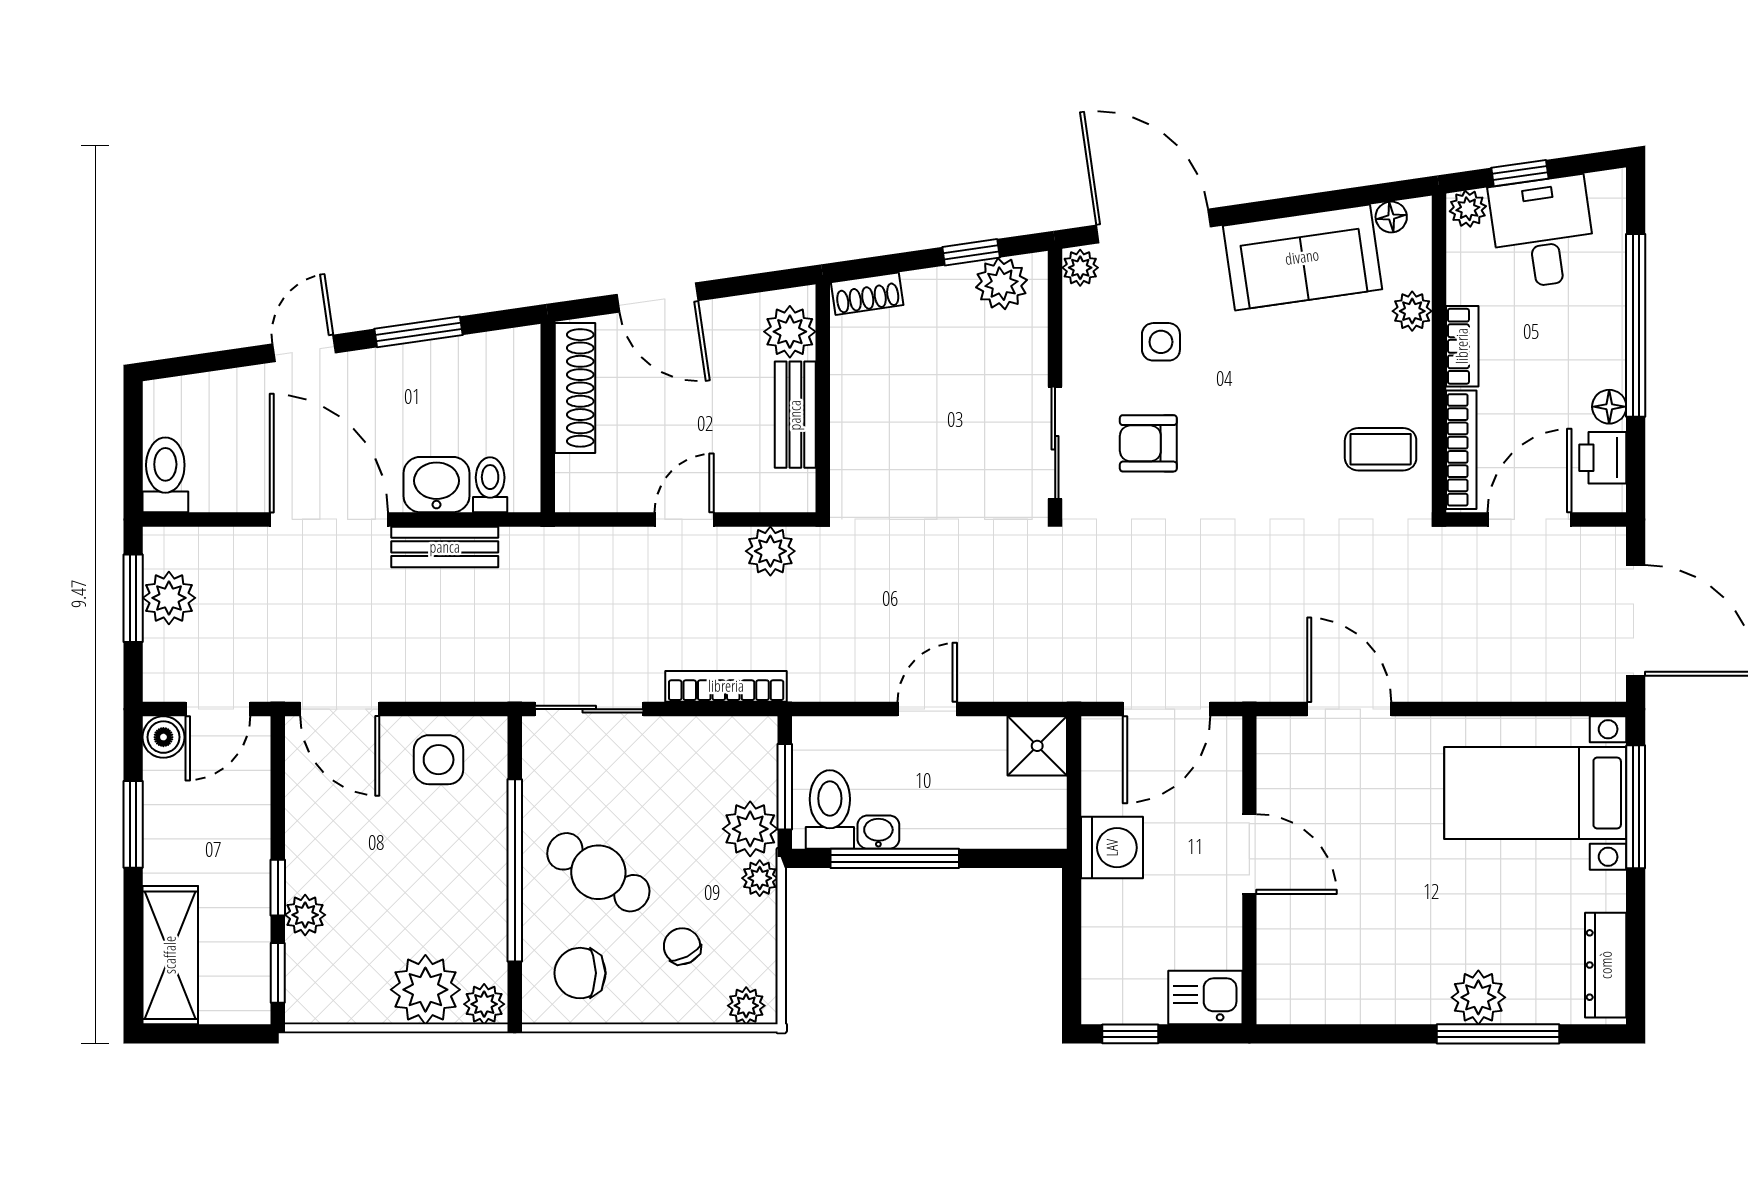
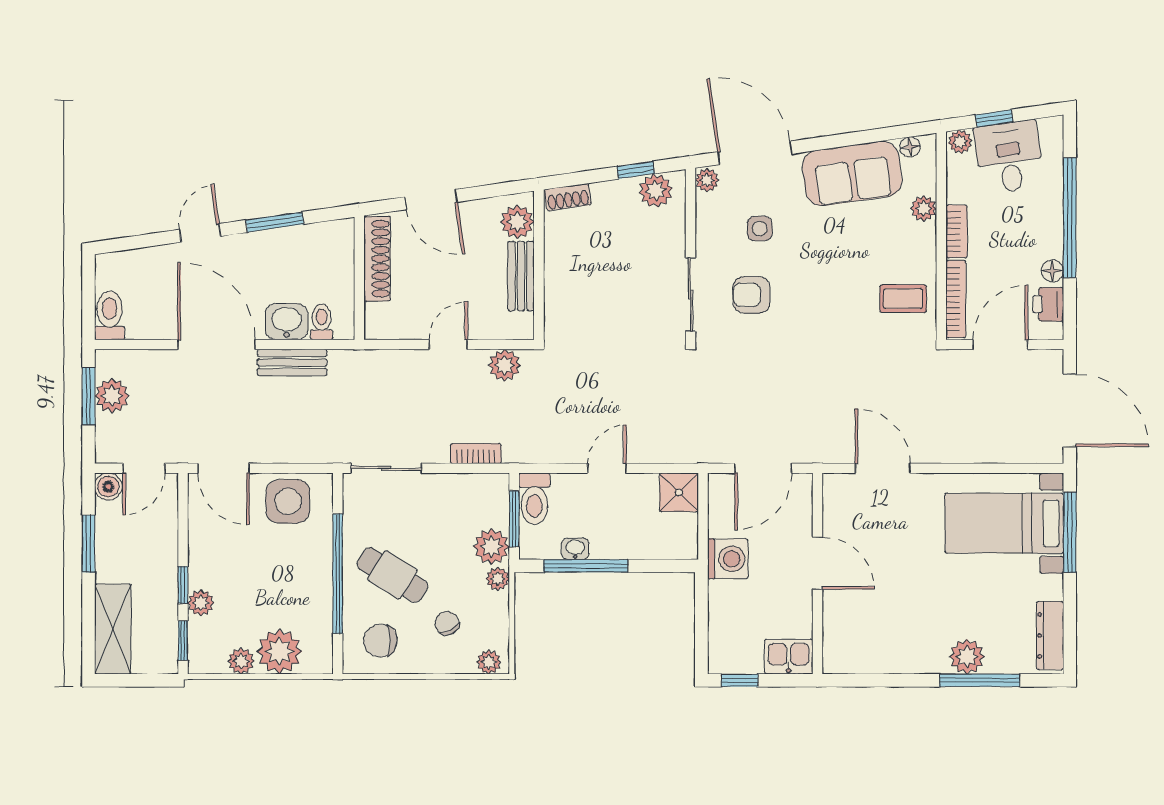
bookcase: (726, 686) -> (476, 454), width x0.64
side table: (439, 760) -> (288, 501), width x1.37, depth x1.37
toilet: (830, 810) -> (534, 499), moved, turned 180
plant: (484, 1004) -> (241, 661), moved

